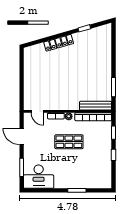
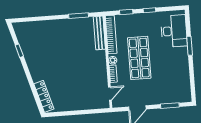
locker: (59, 43) -> (44, 96), moved
shop shelf: (69, 142) -> (139, 58), width x1.43, depth x1.36
desk: (39, 177) -> (174, 31), moved

